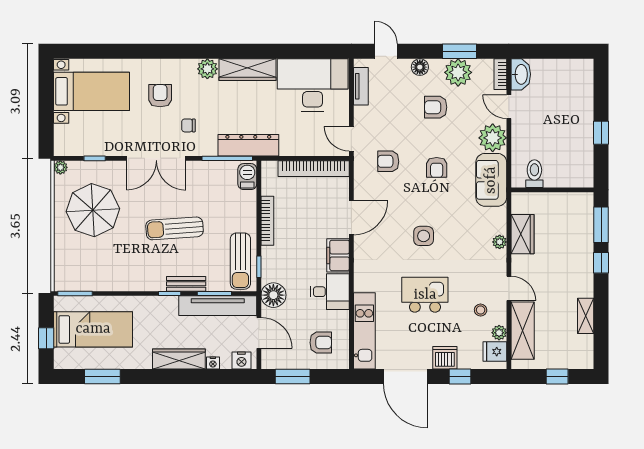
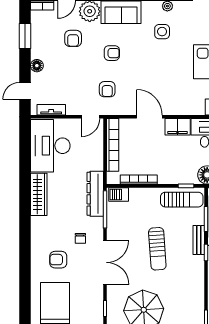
plant: (207, 69) -> (38, 224), removed
plant: (458, 72) -> (41, 37), removed
armchair: (436, 107) -> (73, 38), moved
bookcase: (267, 221) -> (139, 180), moved
side table: (424, 236) -> (162, 32), moved

